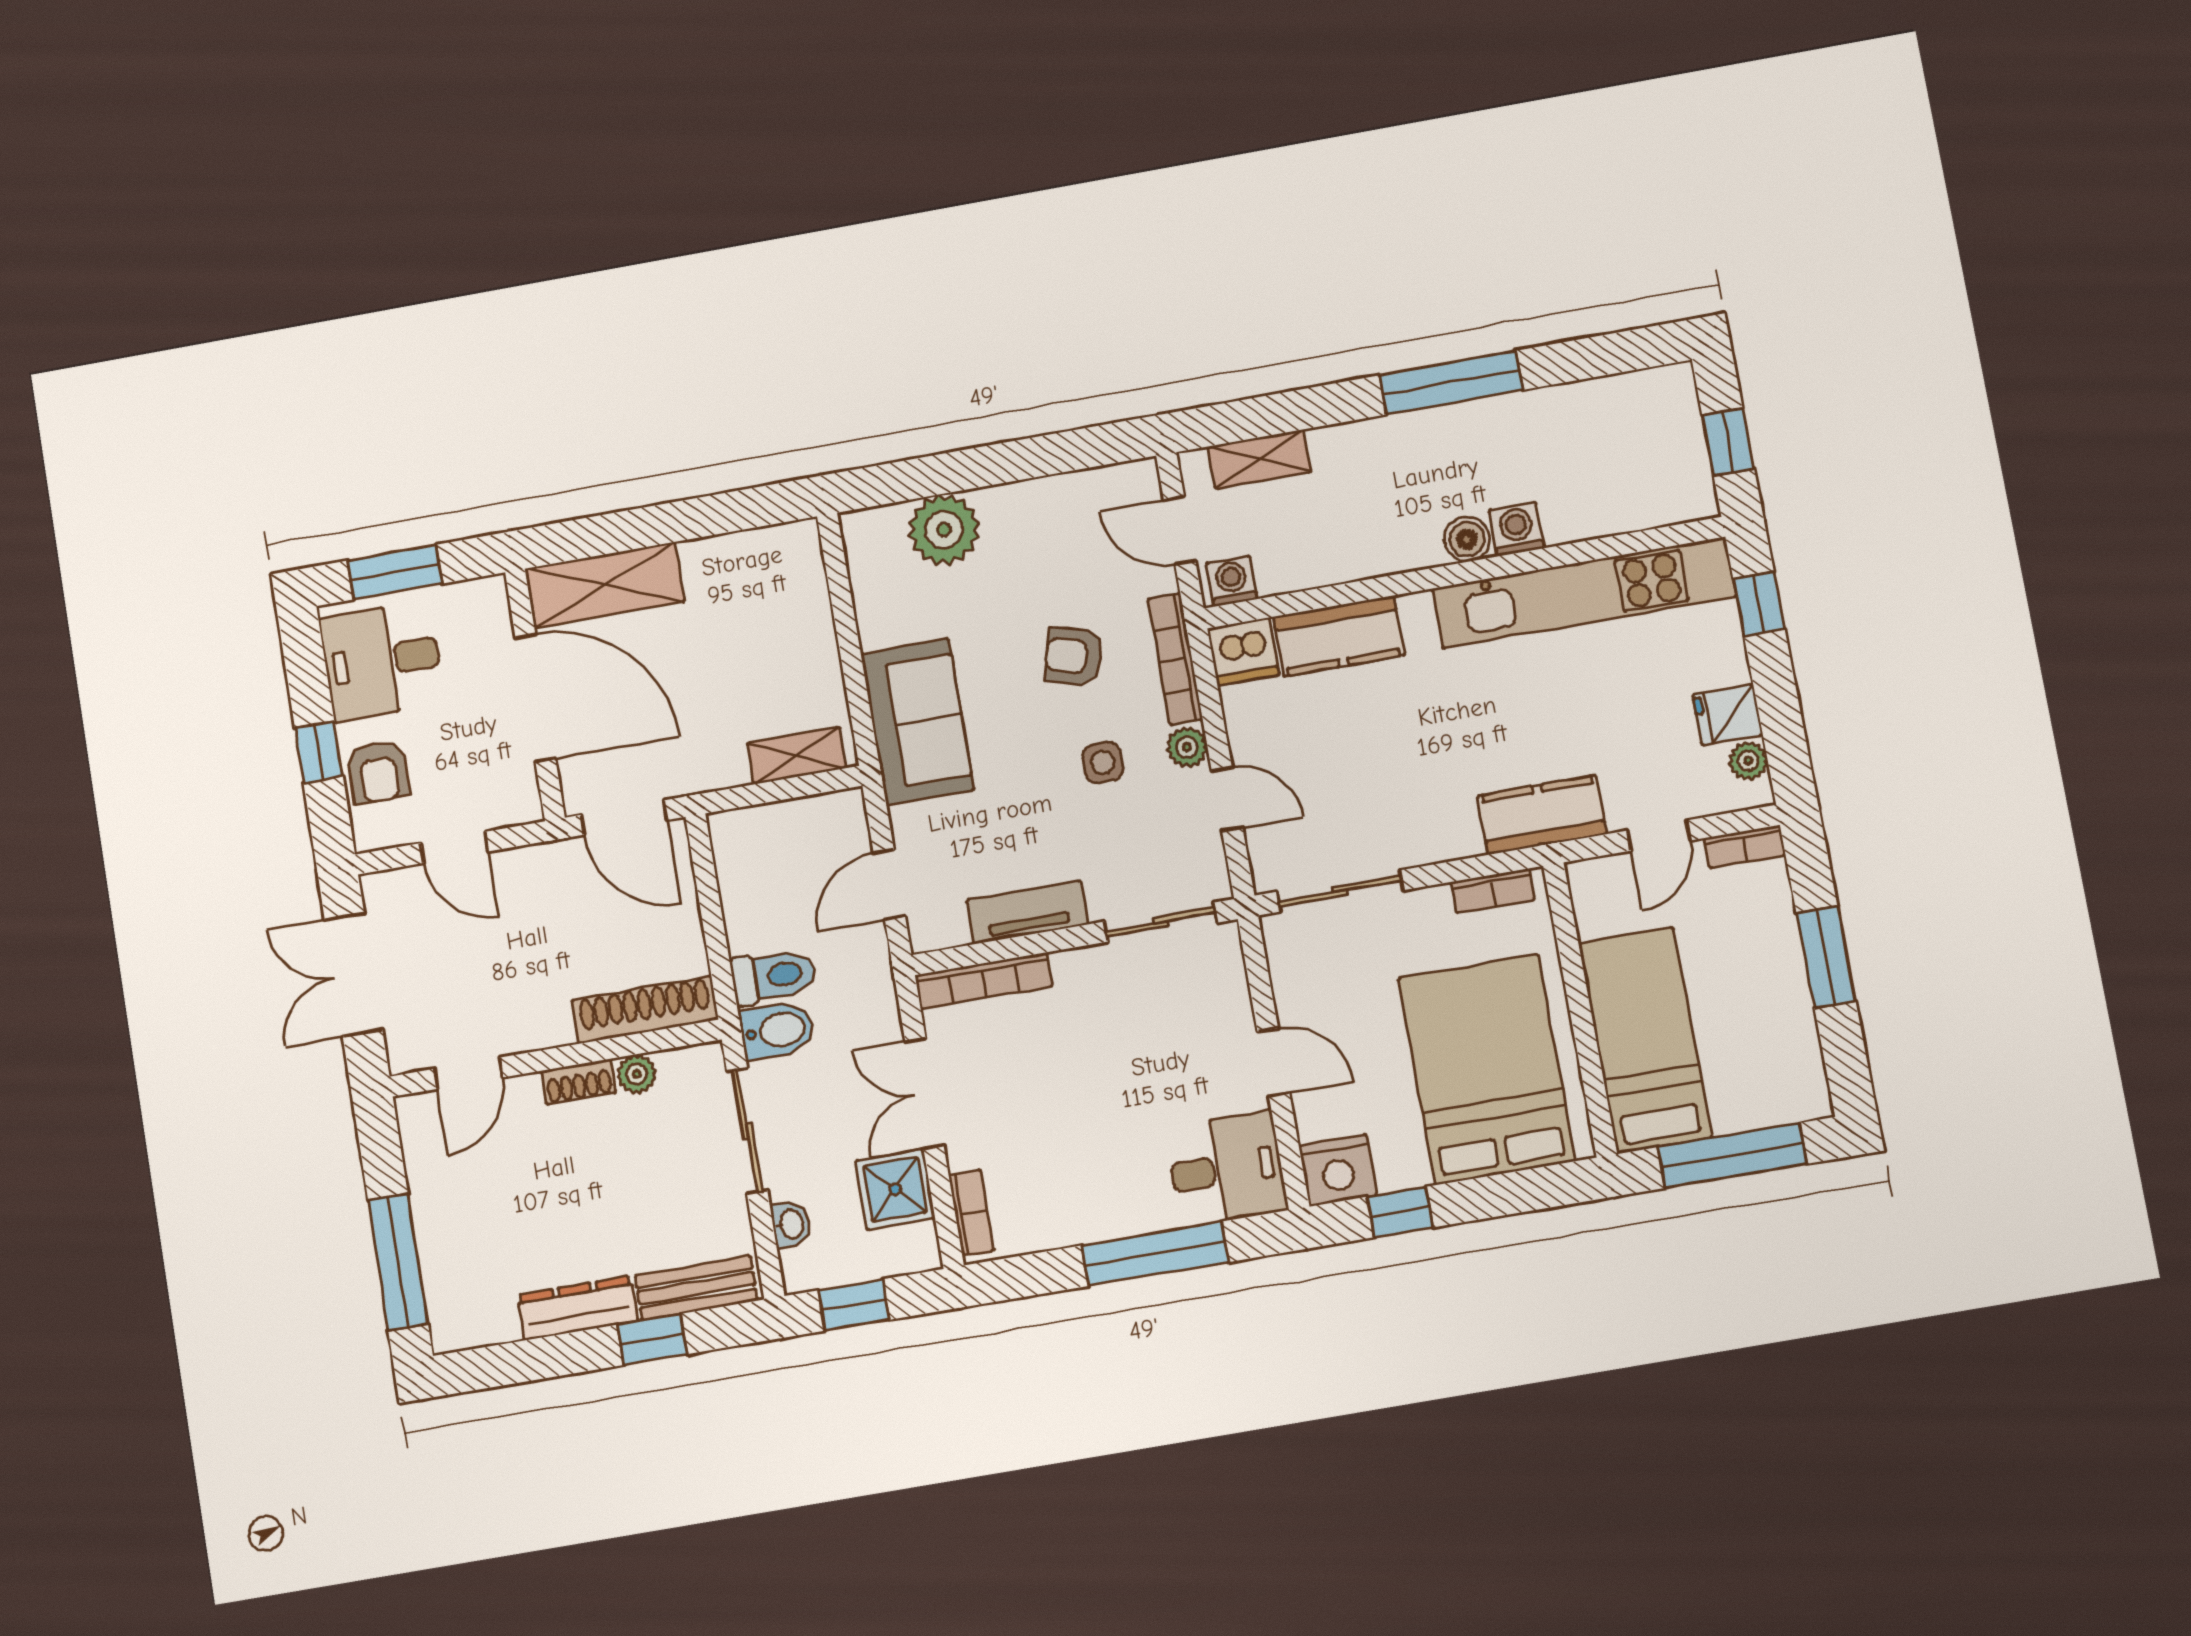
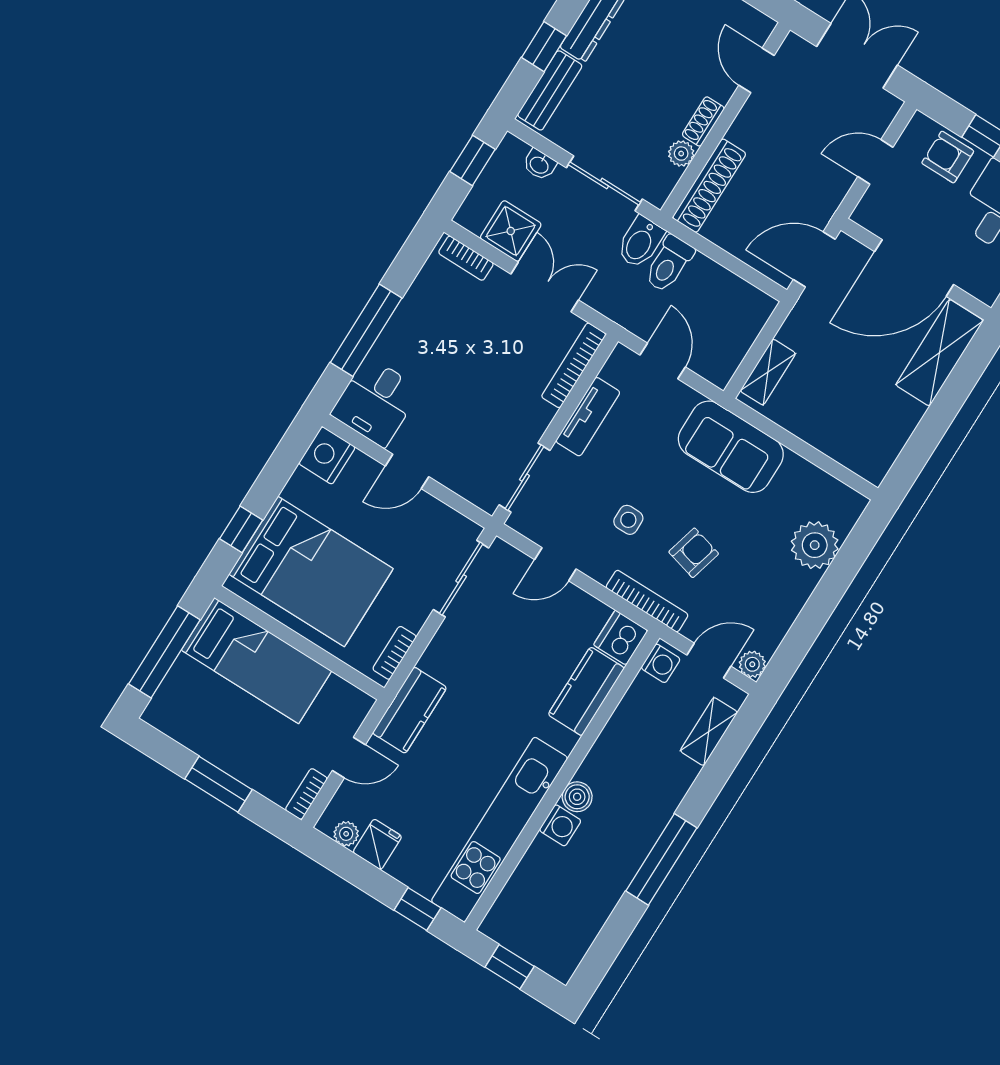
plant: (1187, 747) -> (752, 664), moved
door: (1659, 835) -> (349, 758), swing flipped
window: (1400, 1212) -> (241, 529), moved

